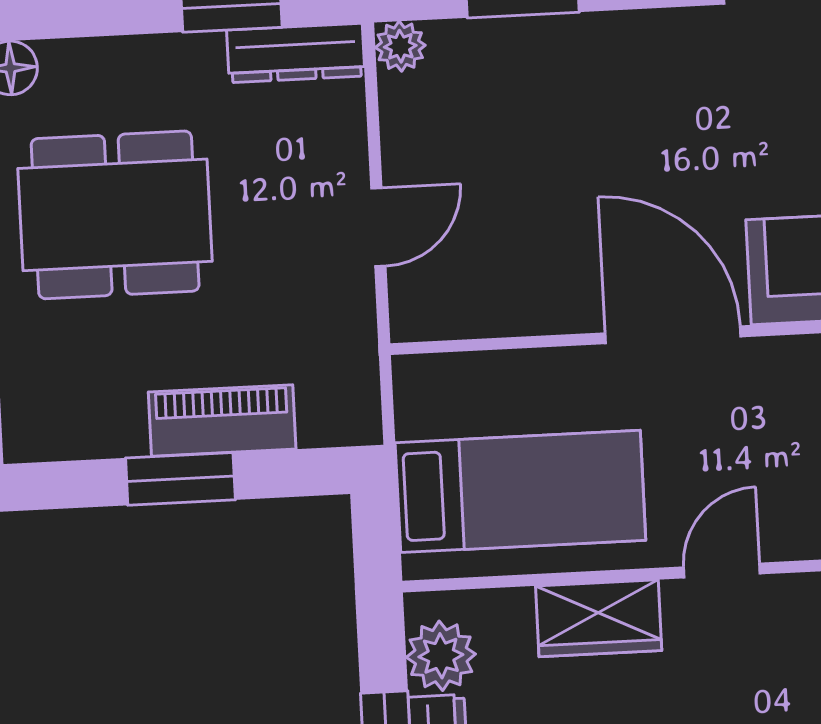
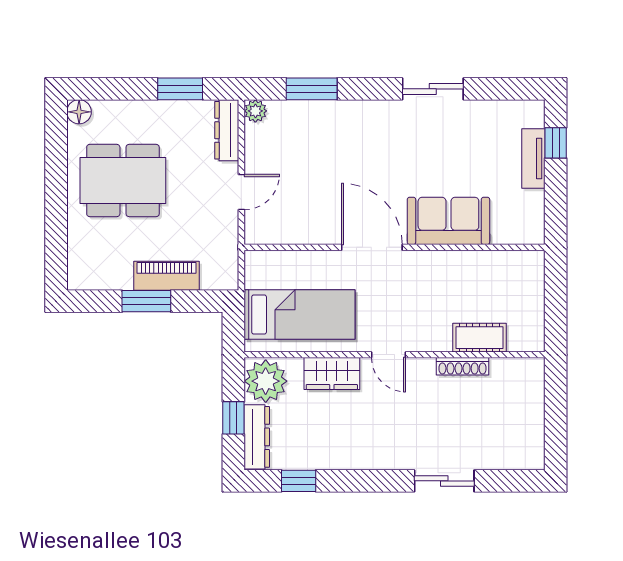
dresser: (296, 53) -> (227, 130), moved, turned 90
door: (722, 570) -> (389, 355), swing flipped
plant: (441, 656) -> (266, 381), width x1.36, depth x1.36

